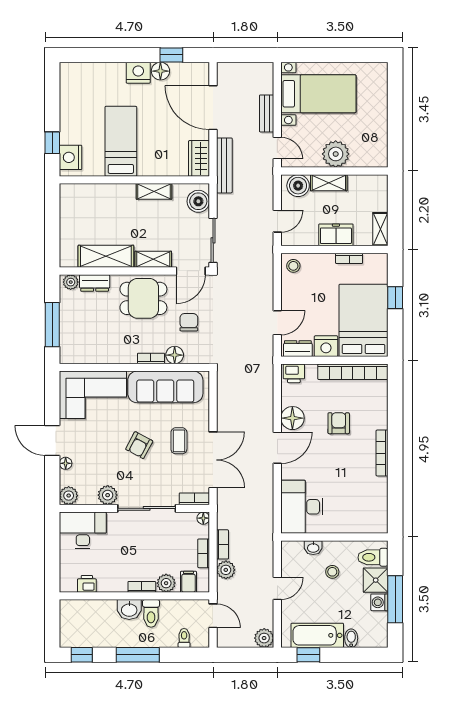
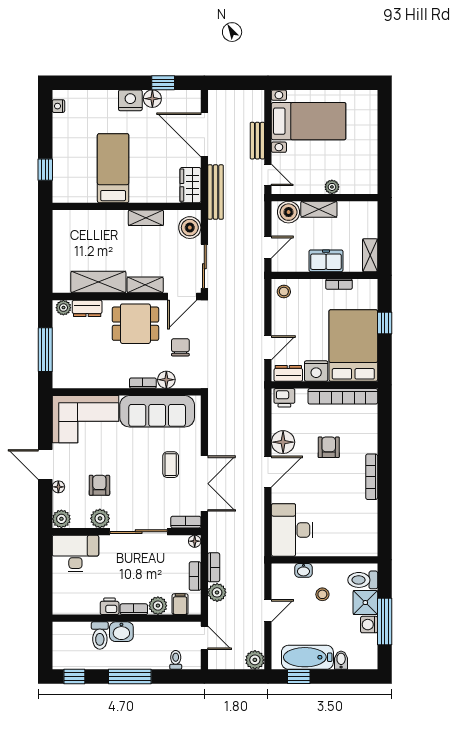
plant: (336, 154) -> (332, 187), width x0.53, depth x0.53
nightstand: (71, 157) -> (58, 106), moved, width x0.53, depth x0.56
armchair: (139, 445) -> (99, 485), moved, turned 152
printer: (87, 584) -> (110, 606), moved
toilet: (151, 613) -> (100, 636), moved

